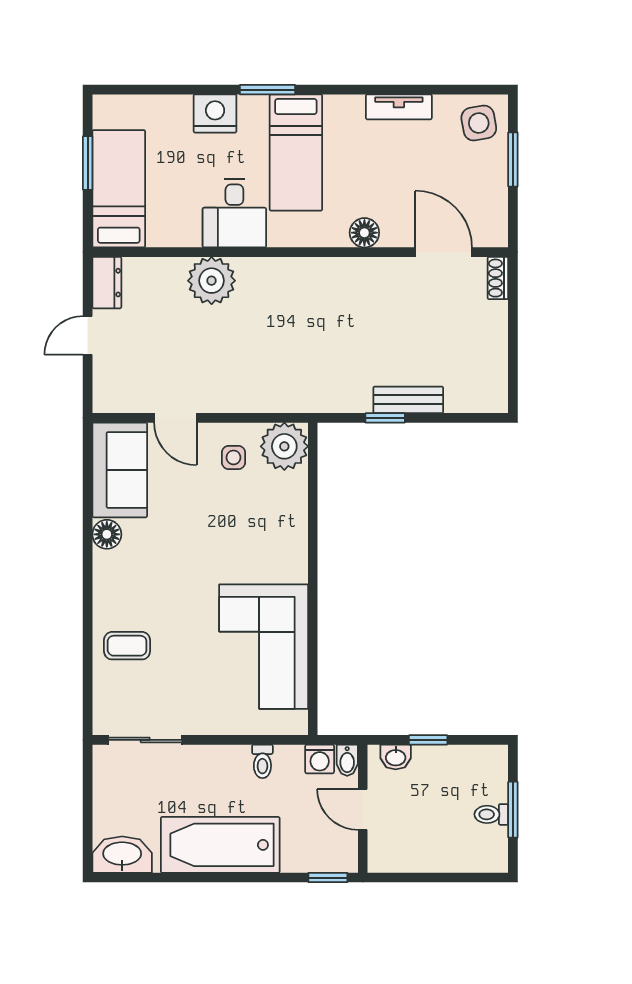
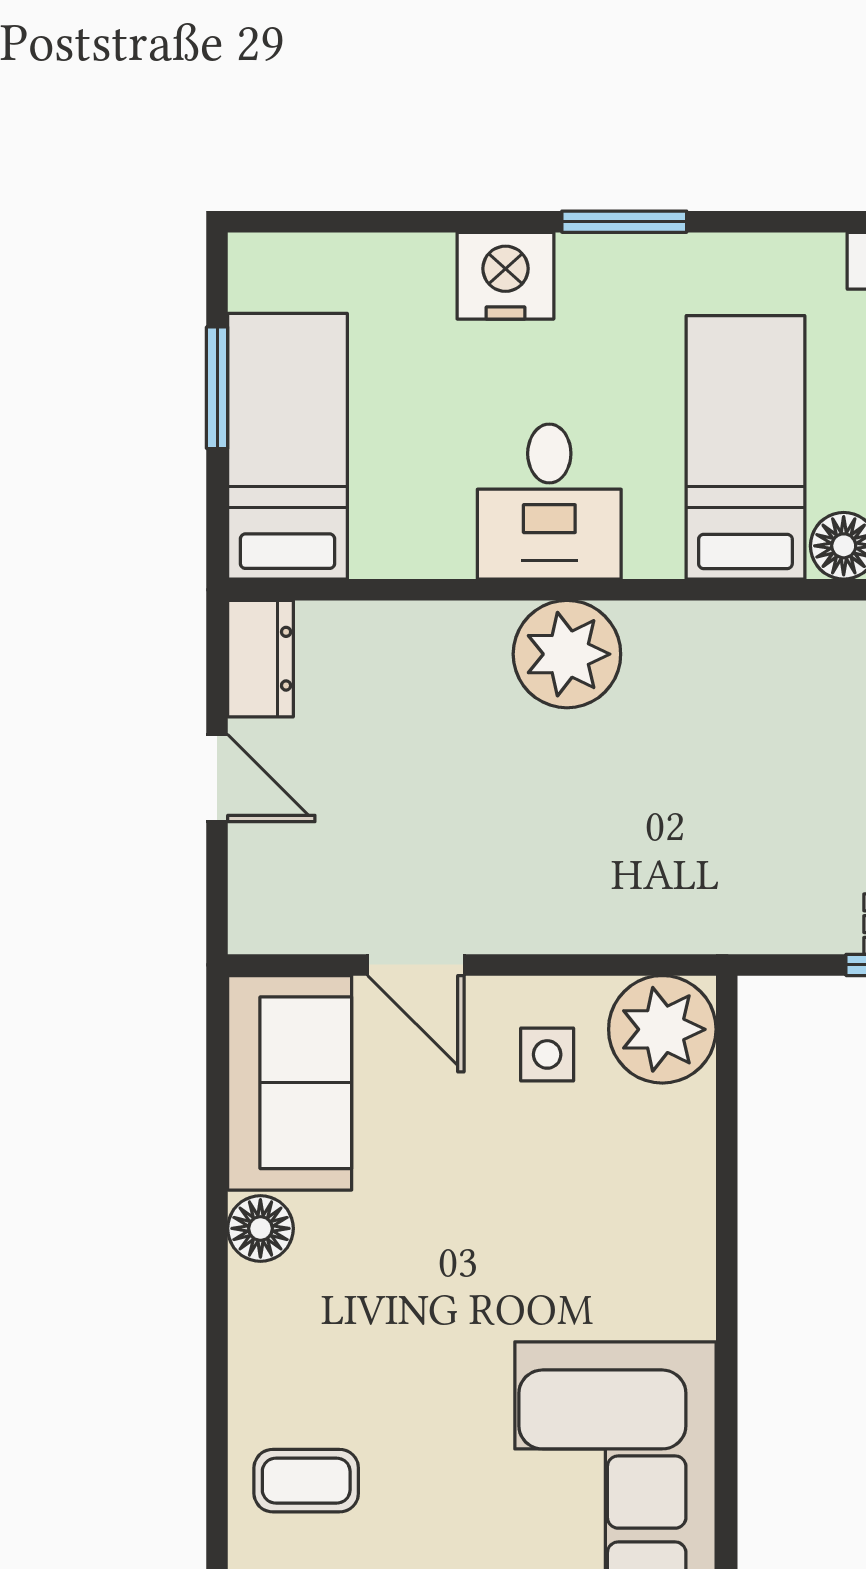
bed: (296, 152) -> (745, 447), moved, turned 180
plant: (212, 281) -> (567, 654), moved
door: (88, 335) -> (217, 778), swing flipped

